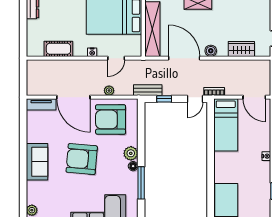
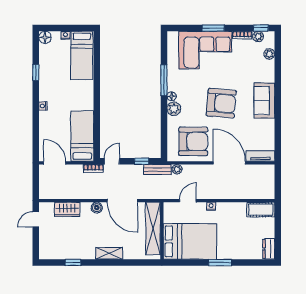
cot: (58, 49) -> (261, 210), moved
plant: (109, 91) -> (177, 169), moved

